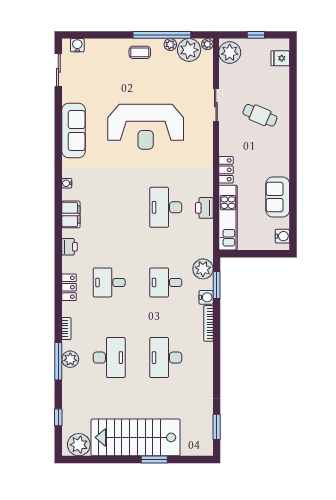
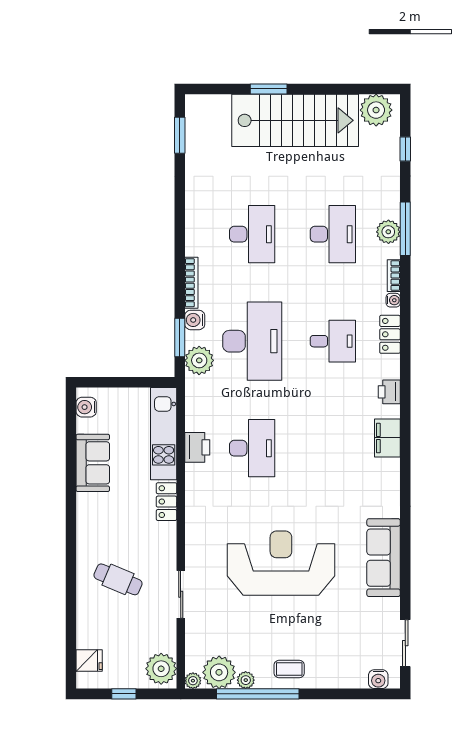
water cooler: (67, 183) -> (393, 300), moved
desk: (166, 282) -> (252, 341), width x1.87, depth x1.30
desk: (109, 358) -> (333, 234), turned 180

